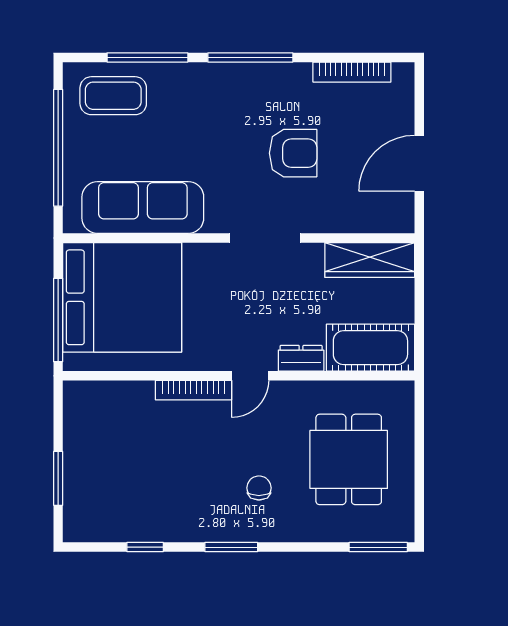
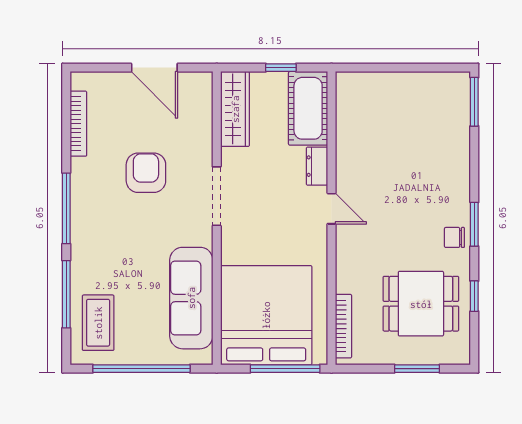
window: (419, 315) -> (281, 68), added
bookcase: (193, 390) -> (343, 326), moved
dining table: (349, 459) -> (421, 304), moved
chair: (259, 488) -> (454, 237), moved

